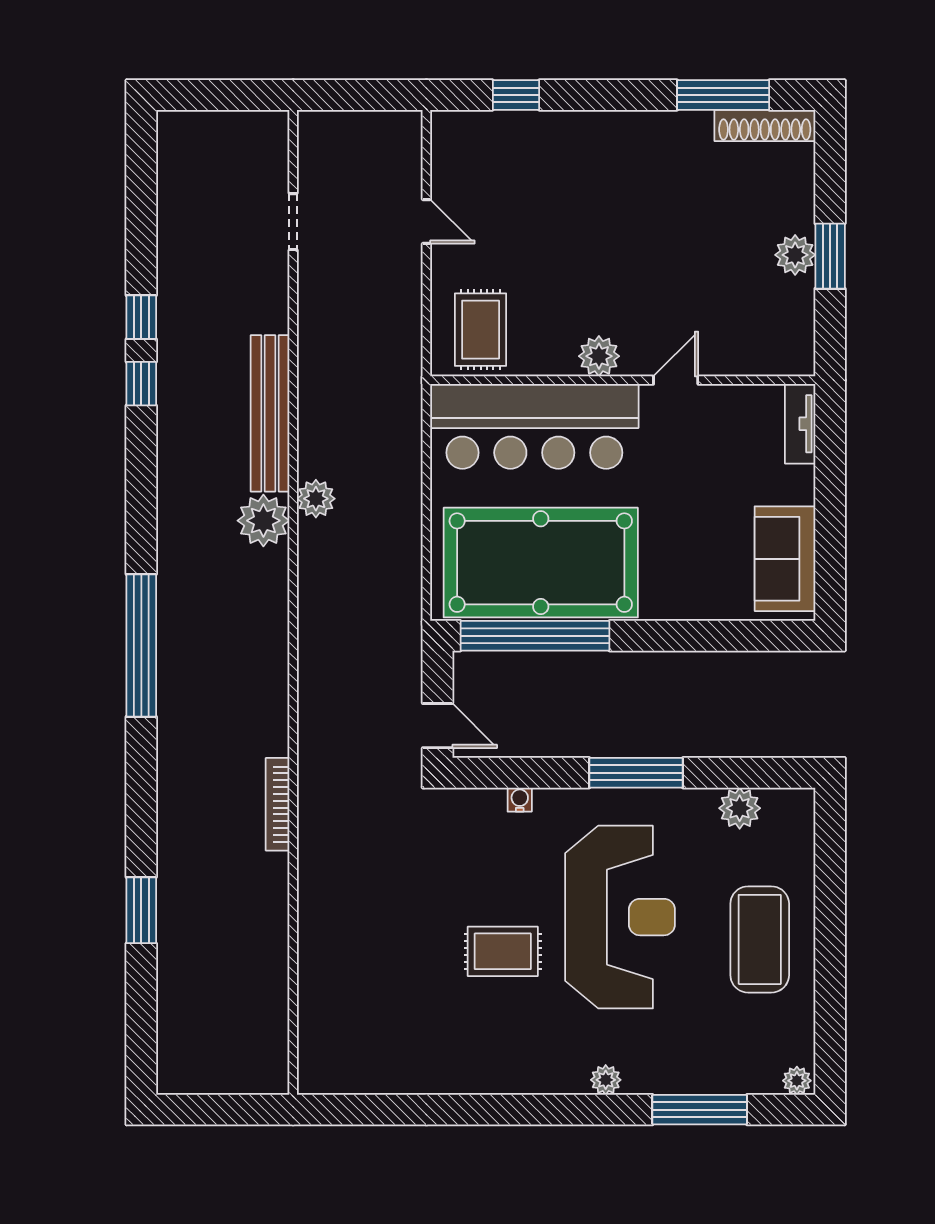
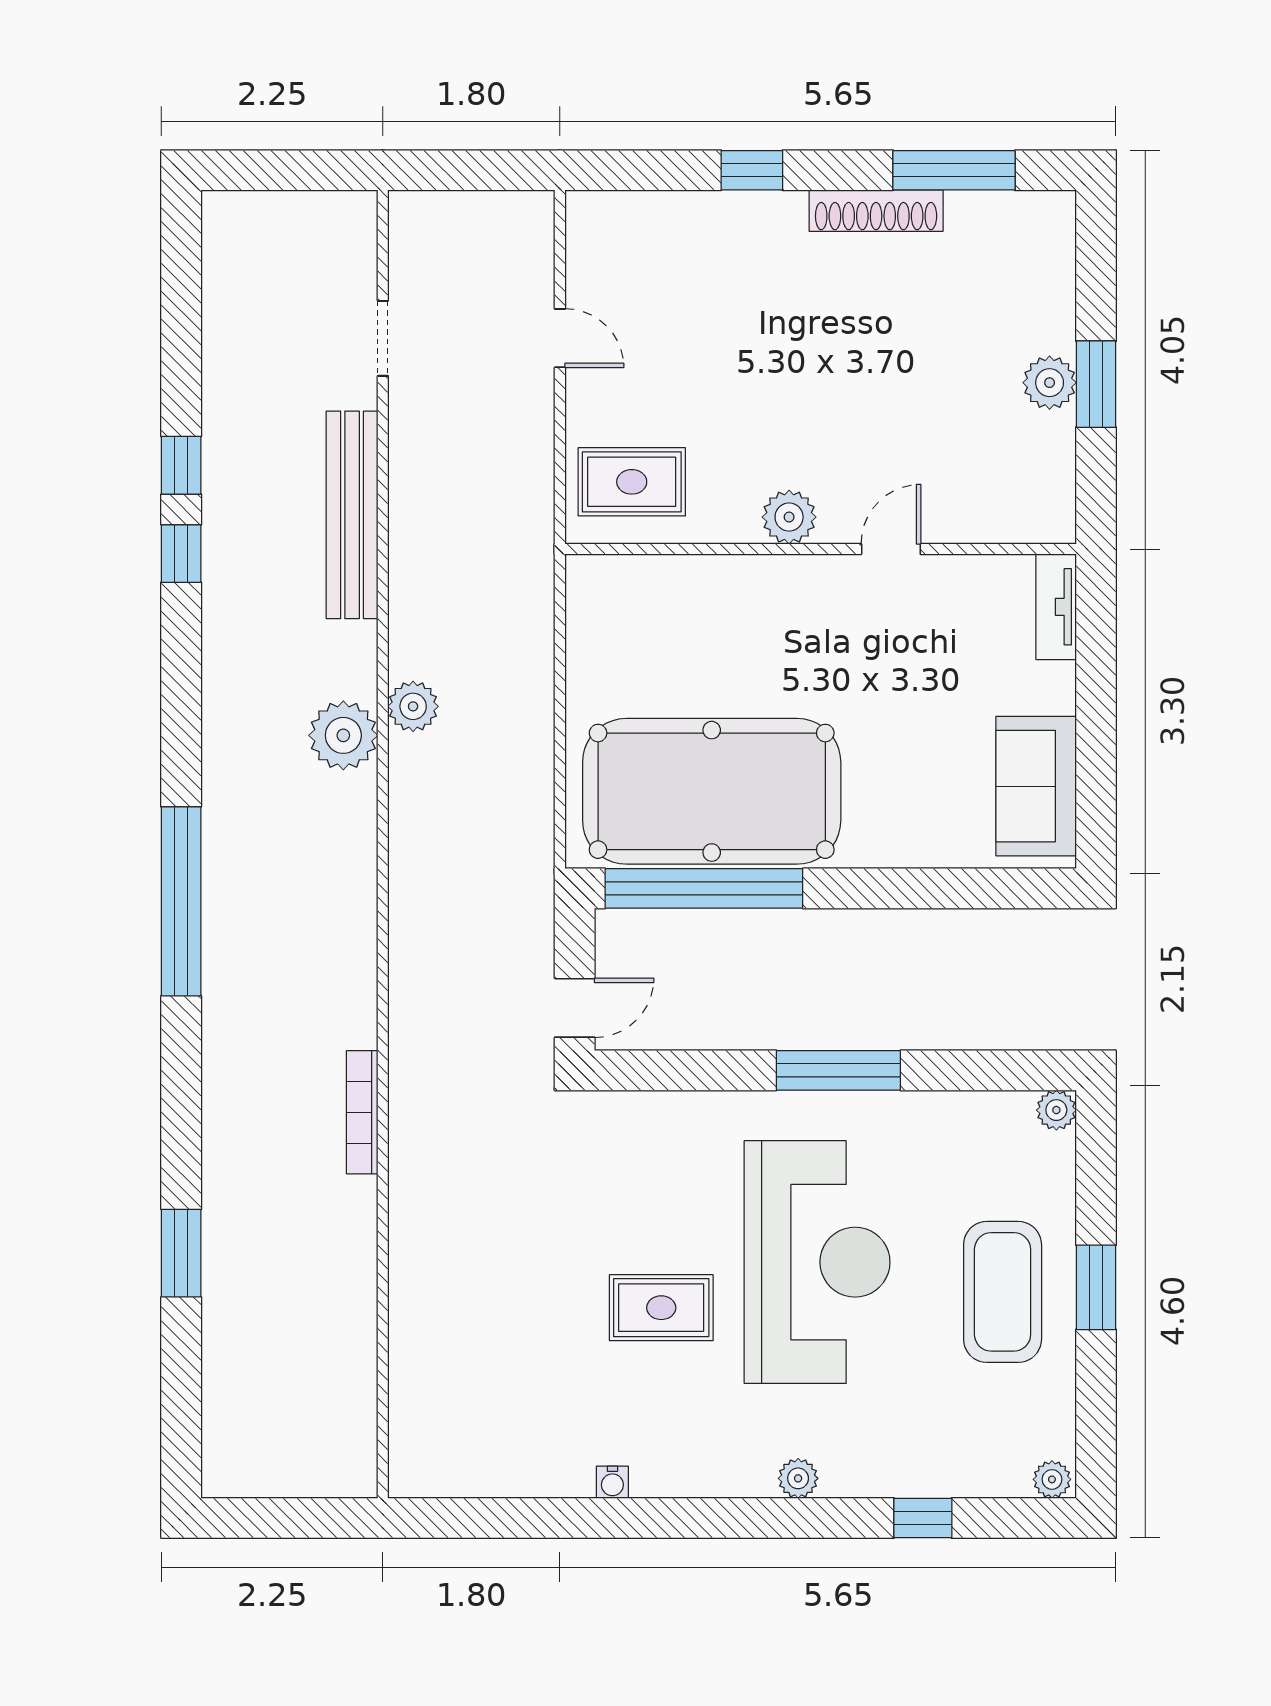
window: (516, 95) -> (752, 170), moved
shoe rack: (765, 125) -> (876, 211), moved
rug: (481, 330) -> (632, 482), turned 90
bench: (270, 413) -> (352, 515), moved
bar counter: (534, 426) -> (703, 610), removed
door: (438, 726) -> (575, 1008), hinge flipped
water cooler: (520, 800) -> (612, 1482), moved, turned 180
plant: (740, 808) -> (1056, 1110), moved, width x0.73, depth x0.73
window: (830, 936) -> (1096, 1287), added
window: (700, 1110) -> (923, 1518), width x0.46

